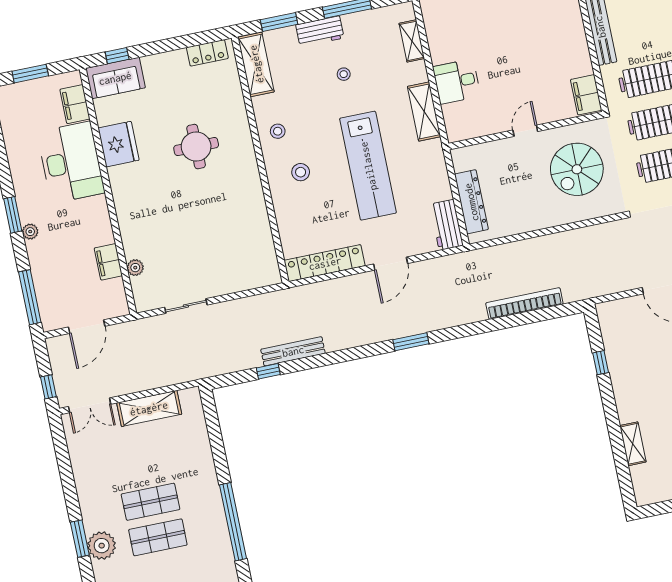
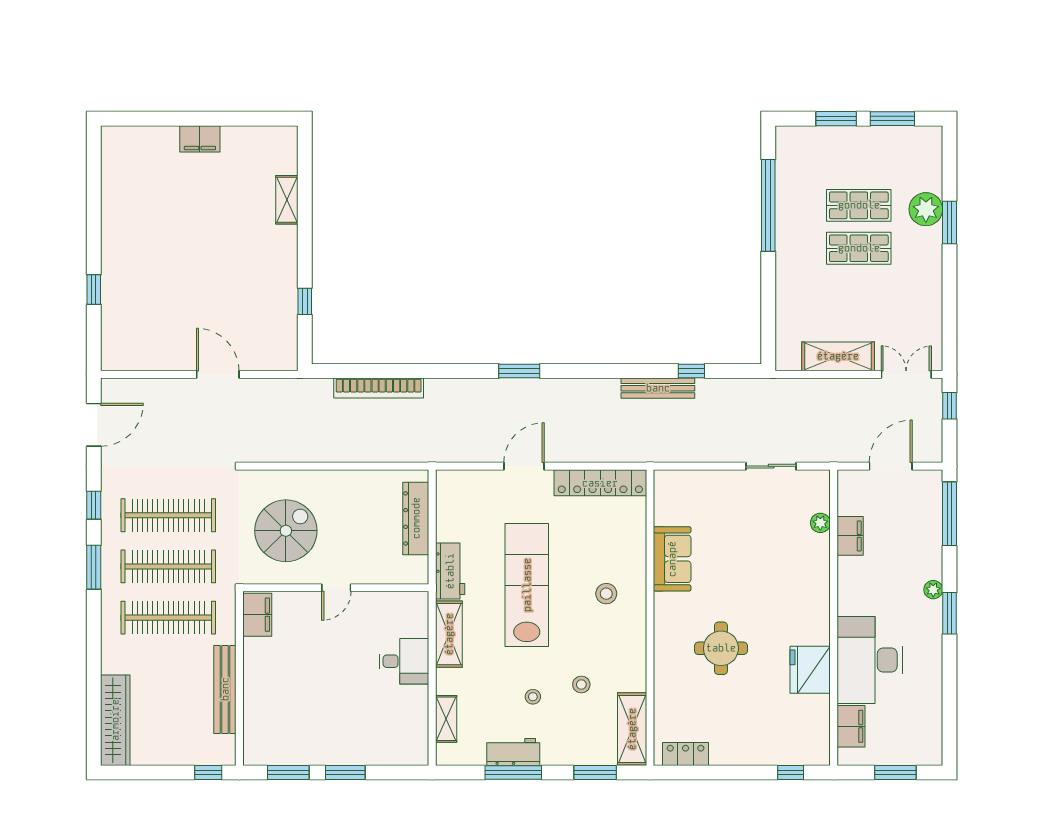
workbench: (320, 31) -> (513, 752), moved
sofa: (115, 78) -> (672, 559), moved, turned 90
stool: (278, 131) -> (581, 684), moved
workbench: (446, 225) -> (450, 571), moved

